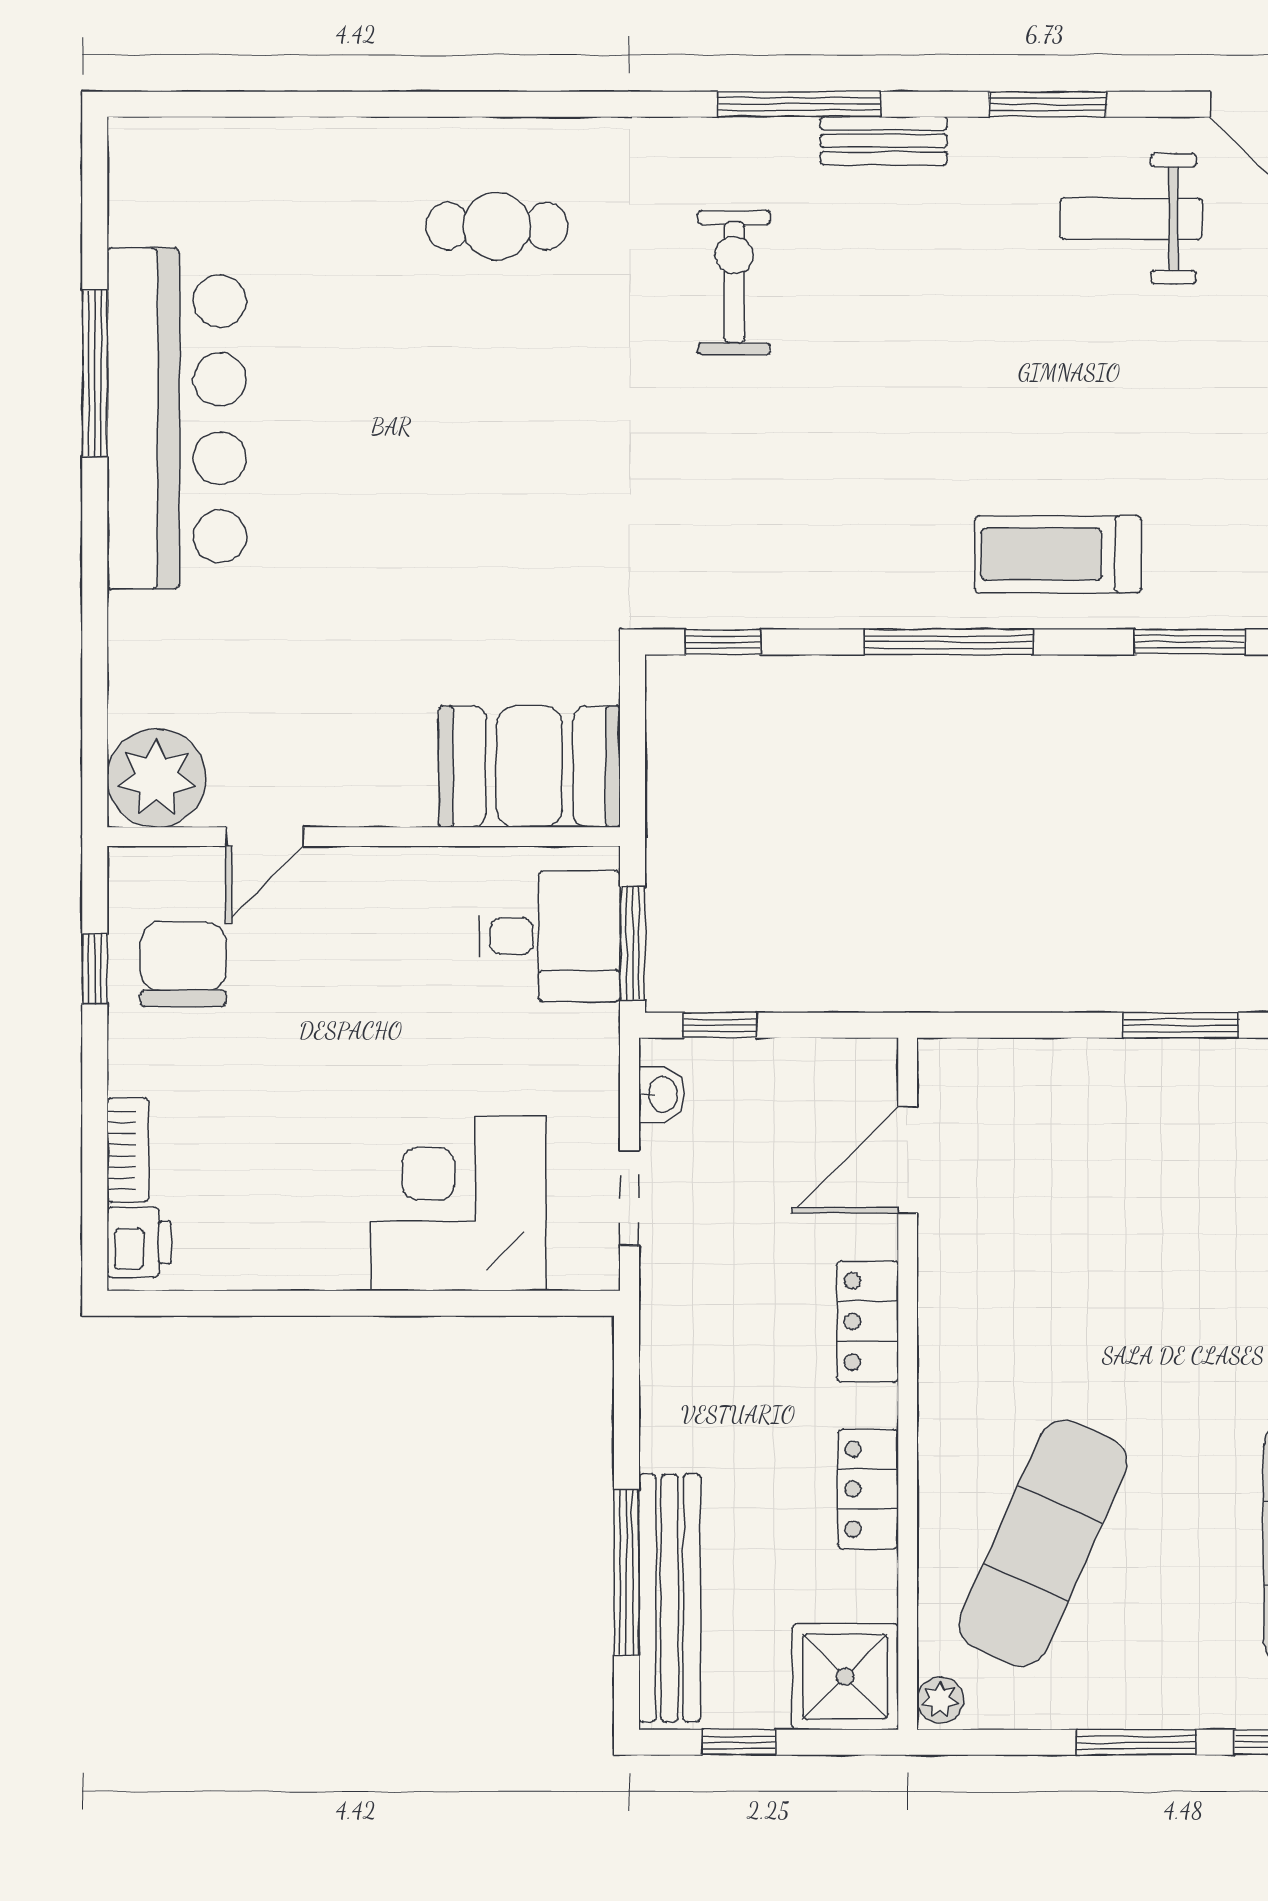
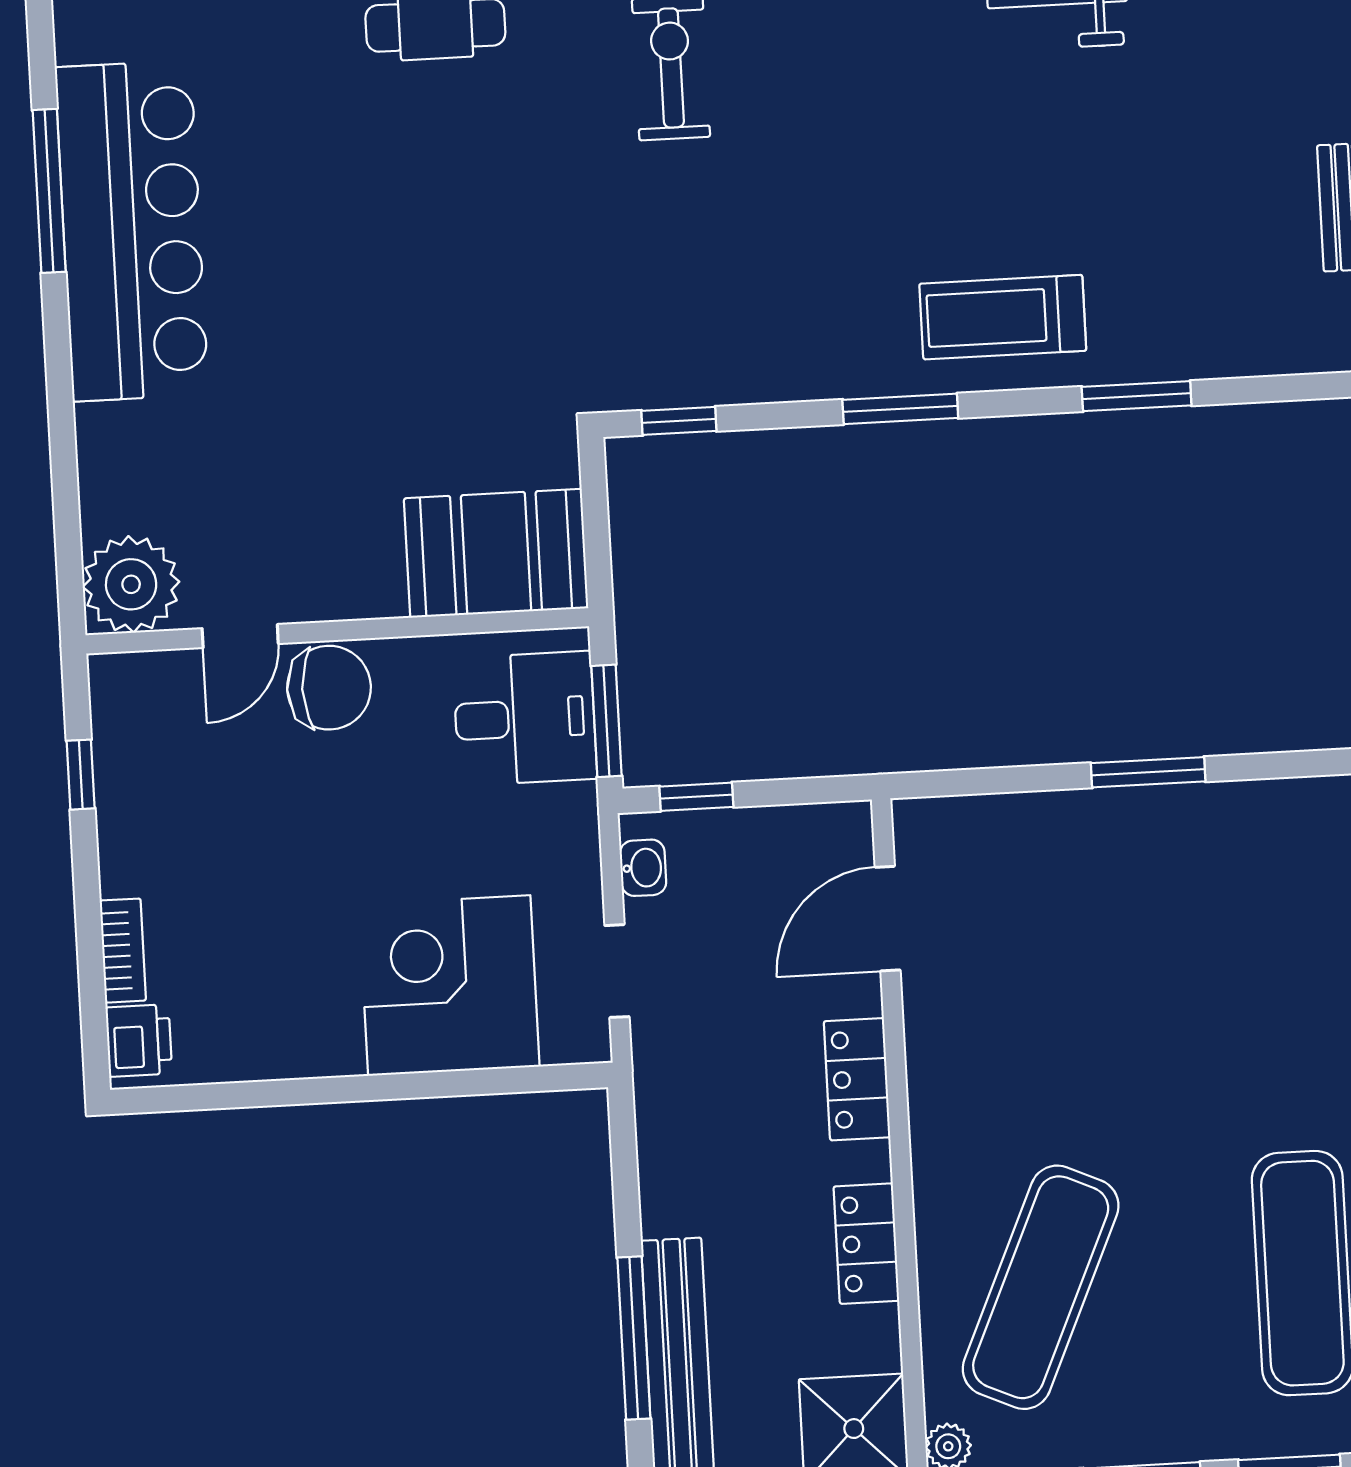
window: (949, 642) -> (900, 409), width x0.69
chair: (183, 964) -> (329, 688), moved, turned 90

